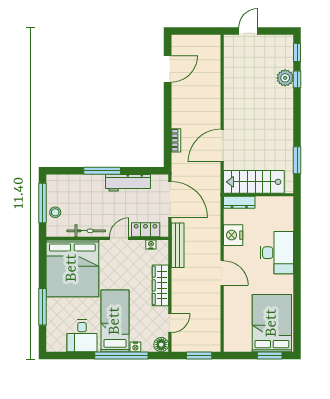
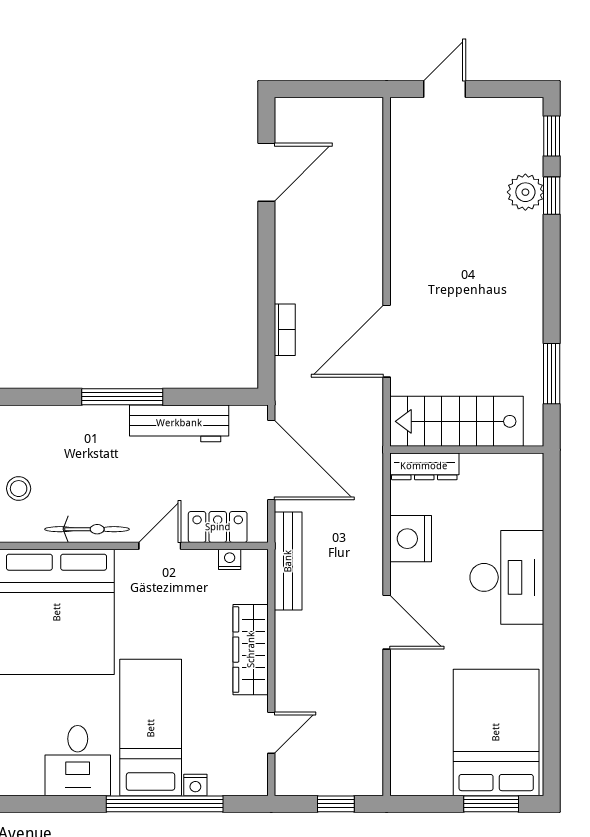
floor lamp: (161, 345) -> (252, 780), removed
window: (199, 355) -> (336, 804), width x0.67

